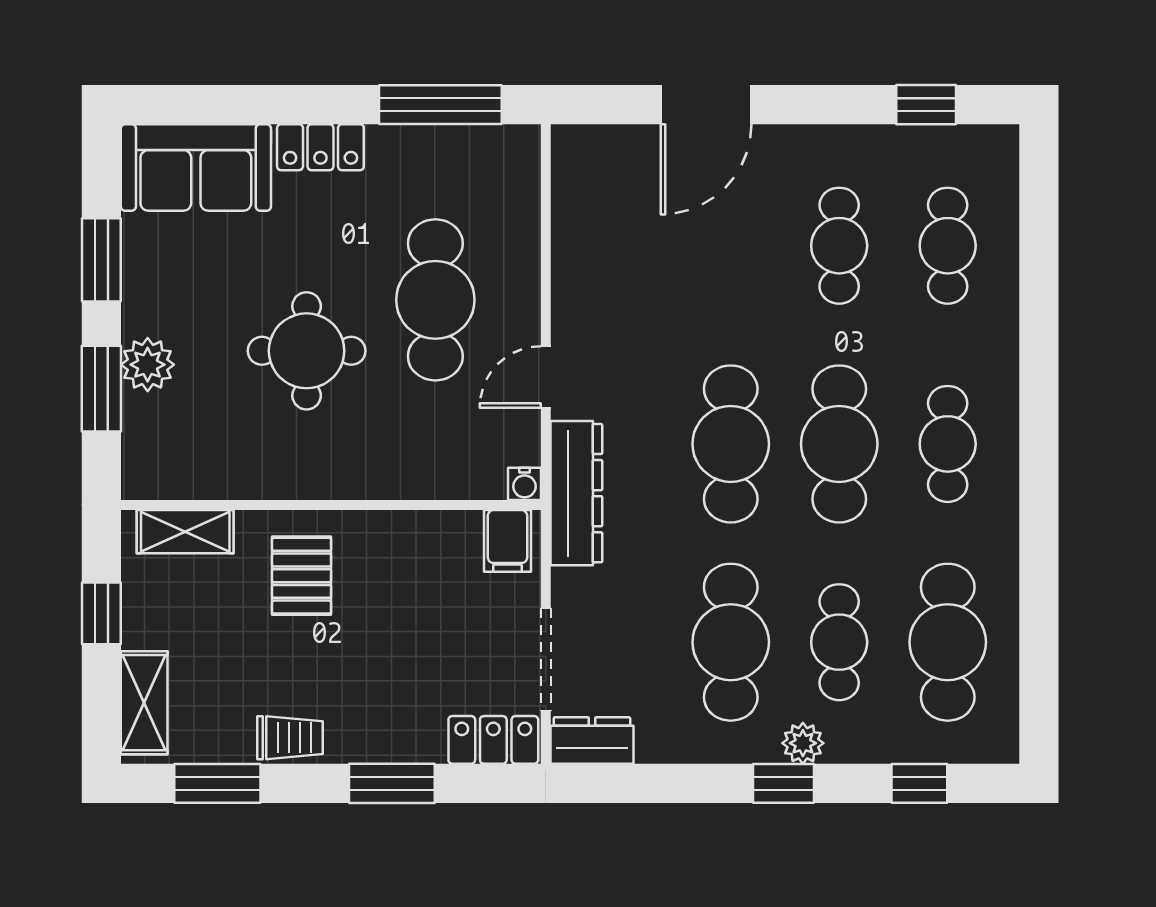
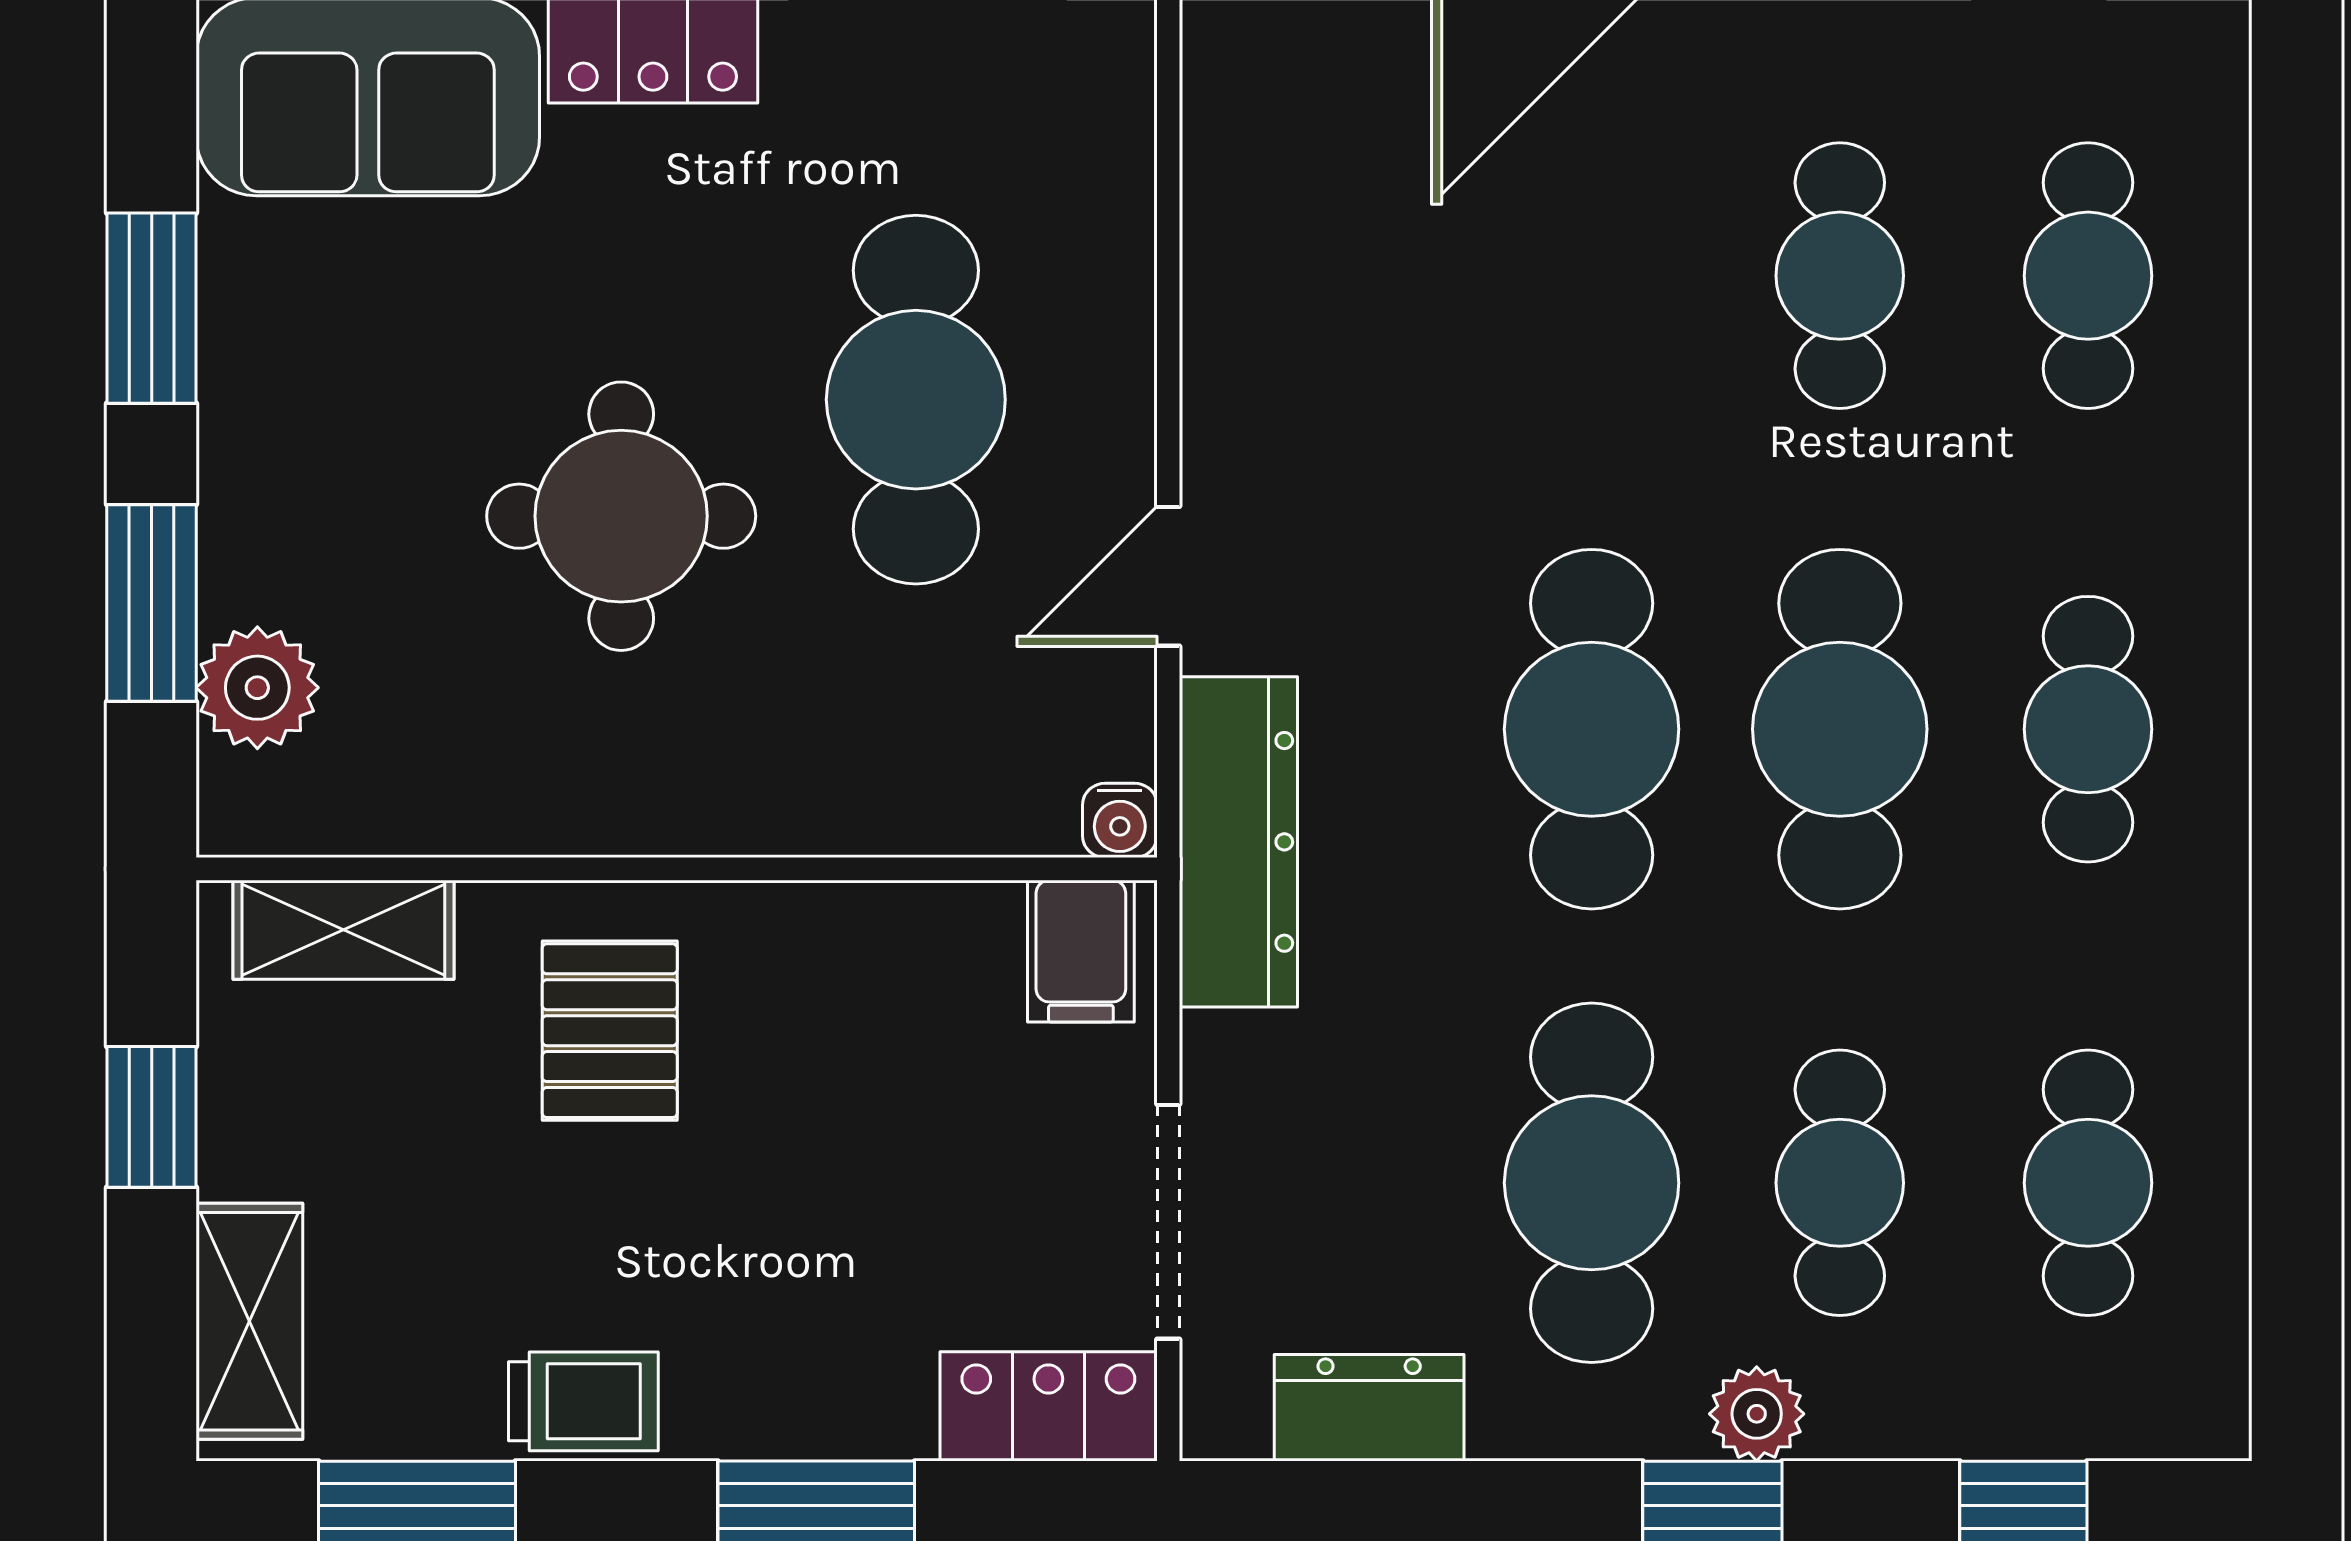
plant: (148, 365) -> (257, 688), moved
cafe table: (948, 642) -> (2088, 1183), width x0.73, depth x0.74
dresser: (592, 740) -> (1369, 1408), moved

